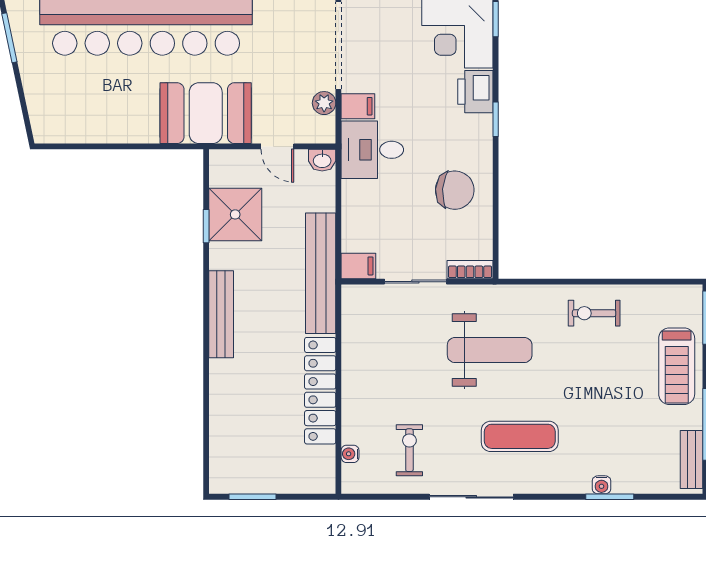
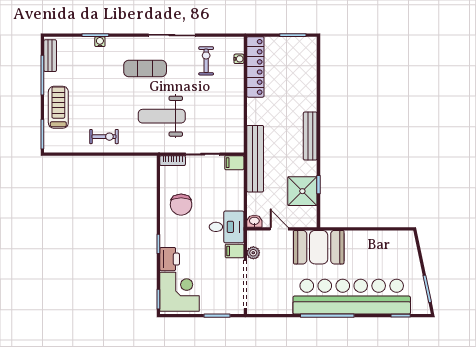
chair: (455, 190) -> (181, 205), turned -94
locker: (320, 391) -> (255, 67), moved
exercise bike: (409, 450) -> (206, 61), turned 180

